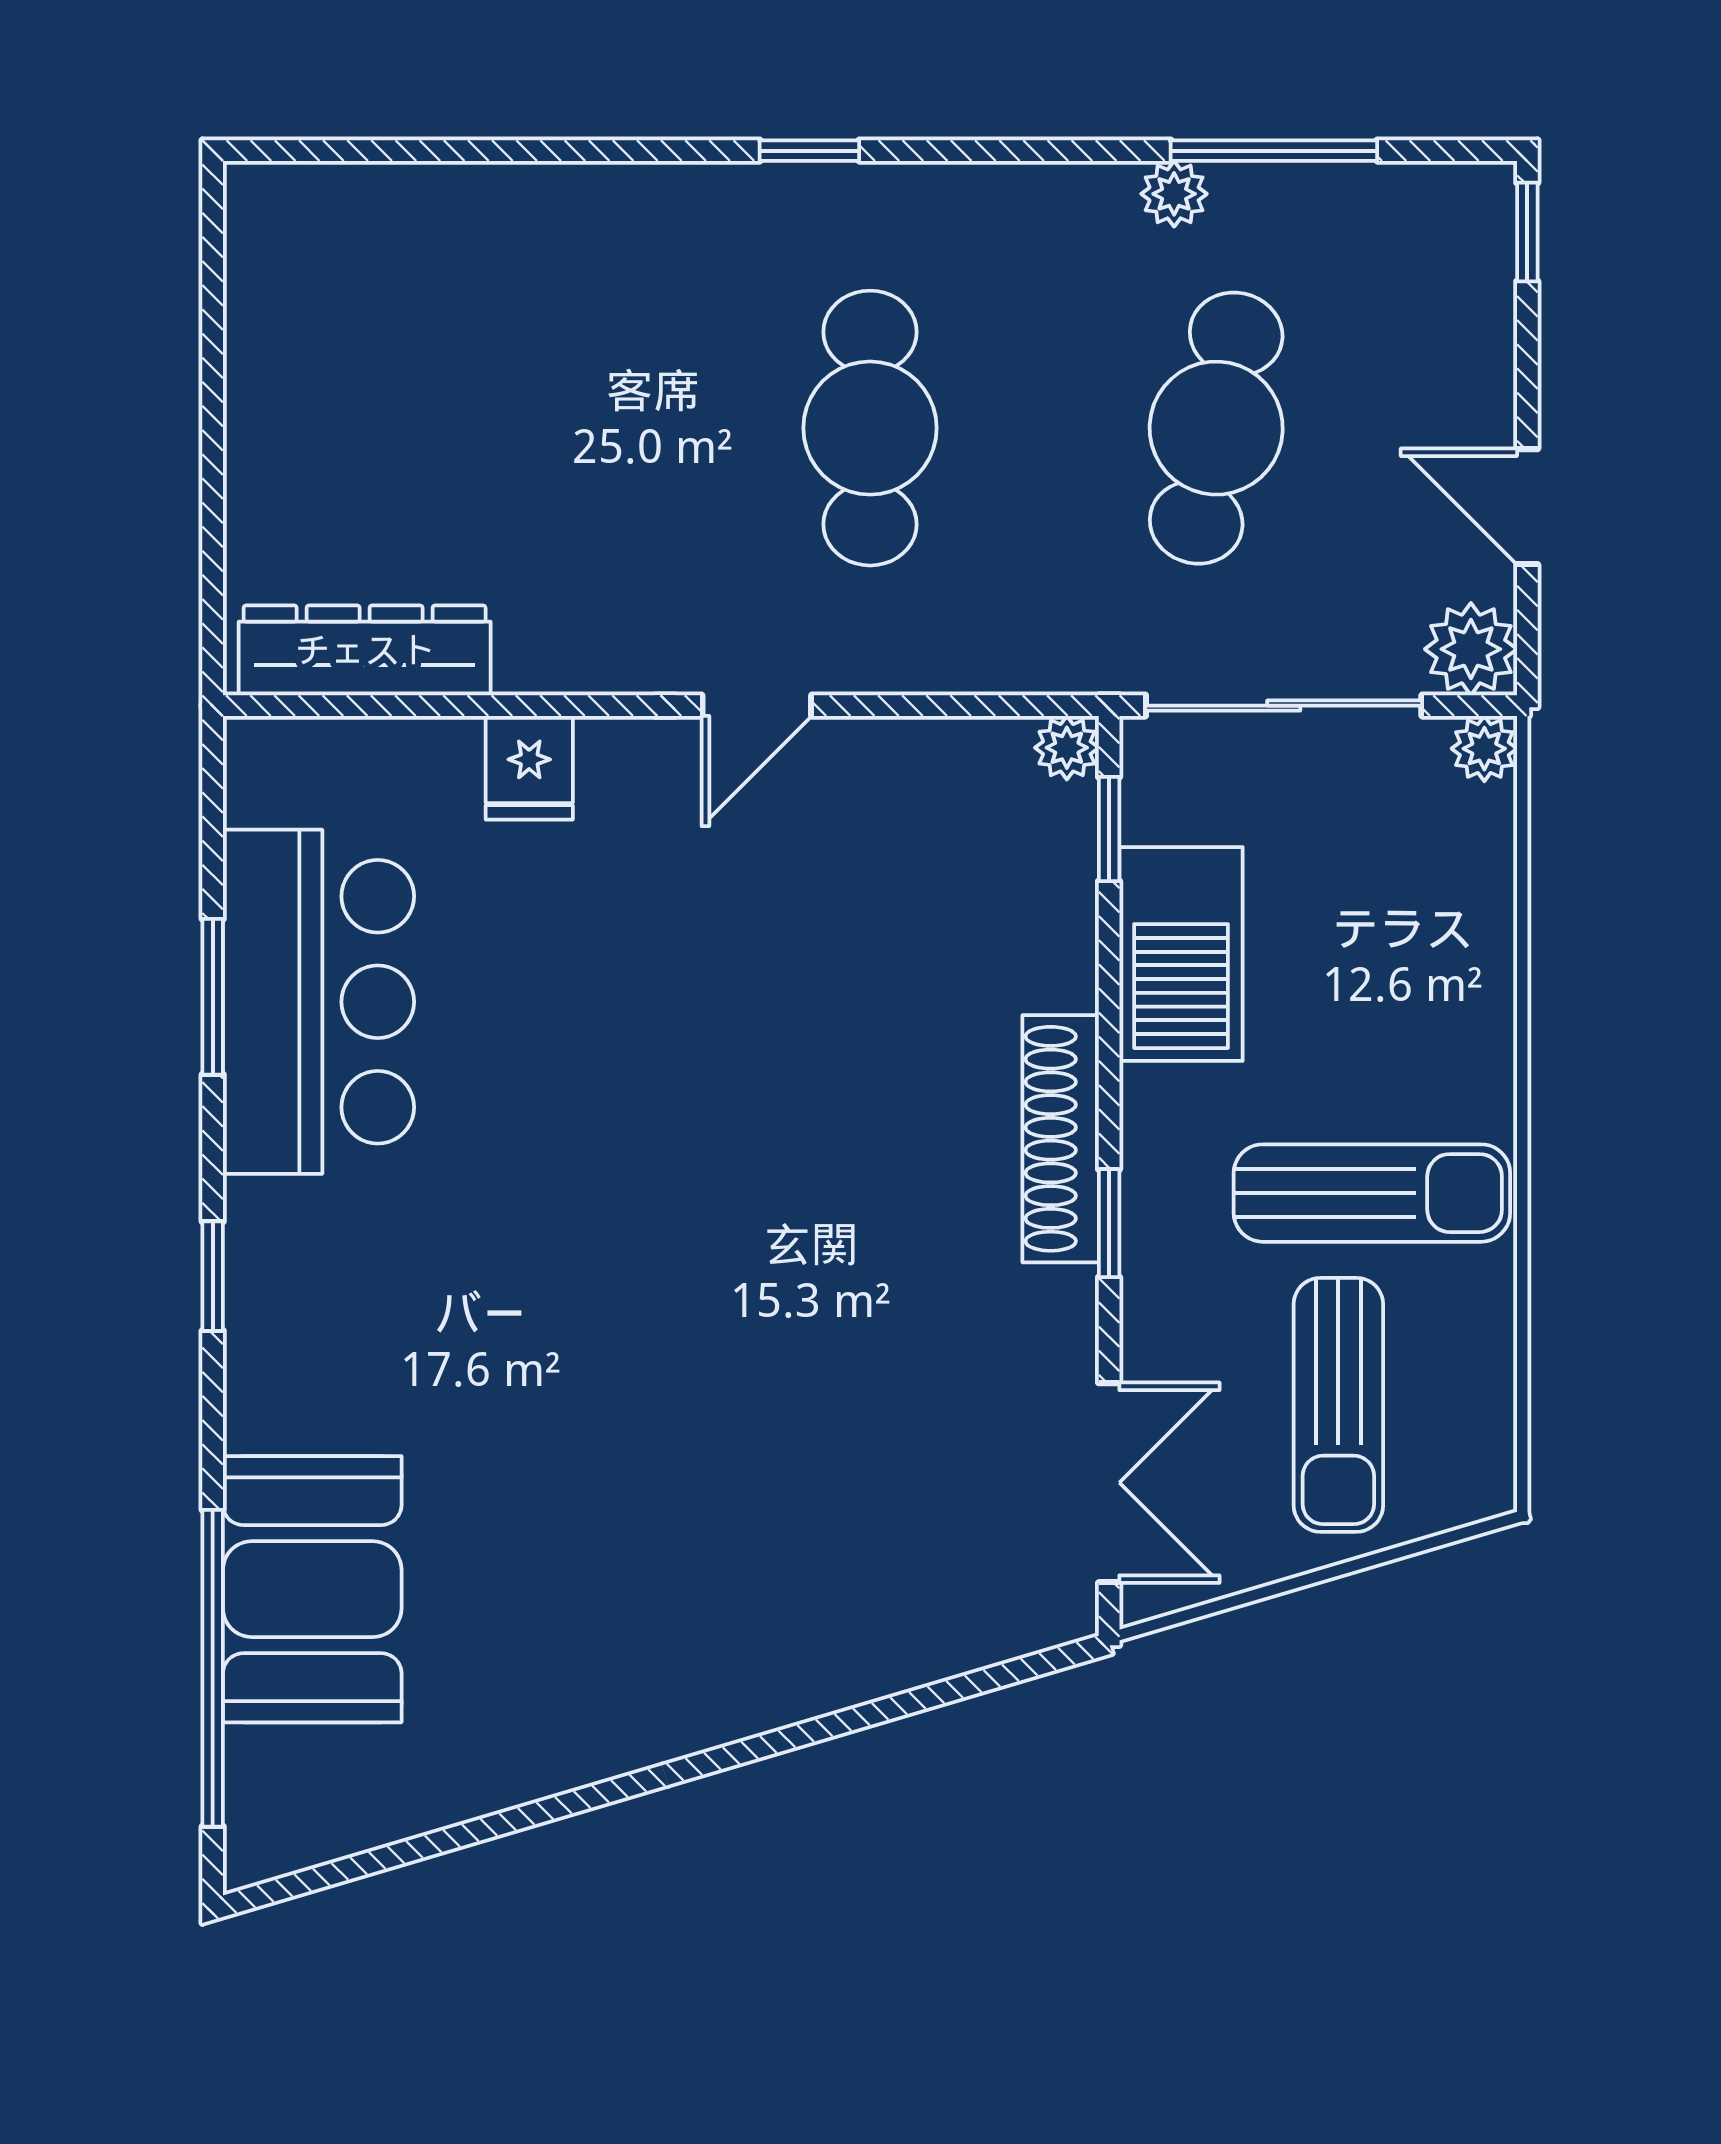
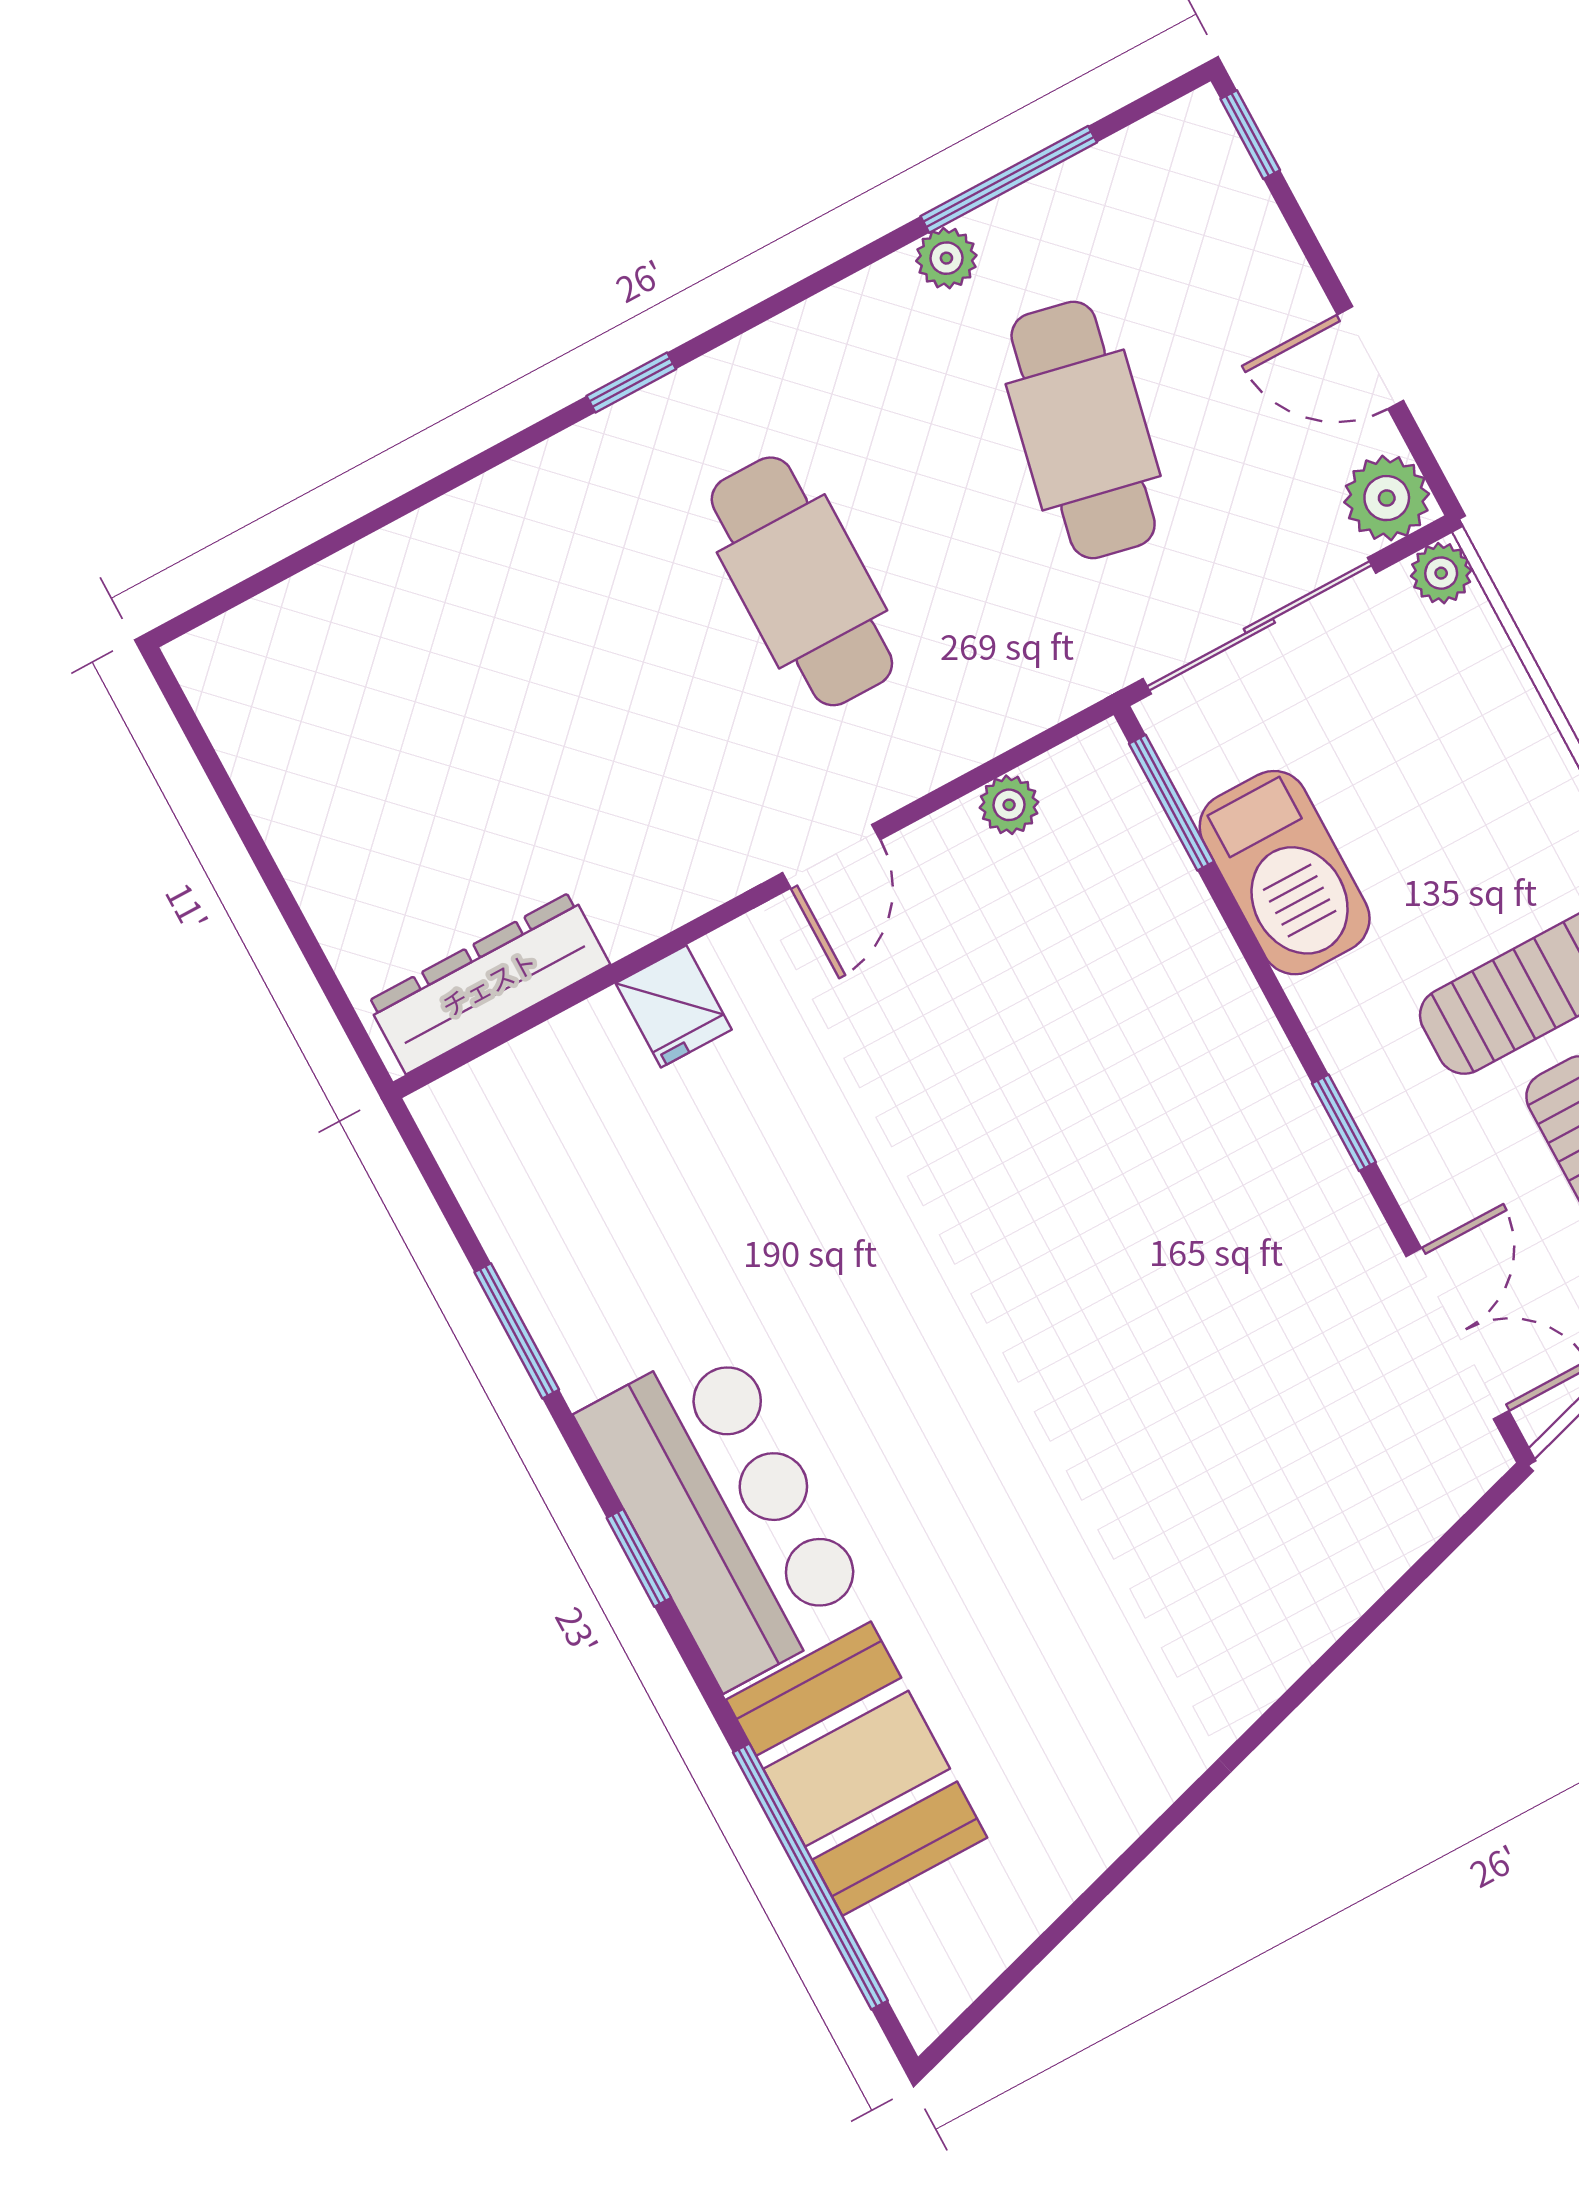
plant: (1067, 748) -> (1009, 805), moved
window: (1109, 829) -> (1171, 803), width x1.50
bar counter: (318, 1002) -> (725, 1512), moved
shoe rack: (1061, 1139) -> (1268, 1075), removed

